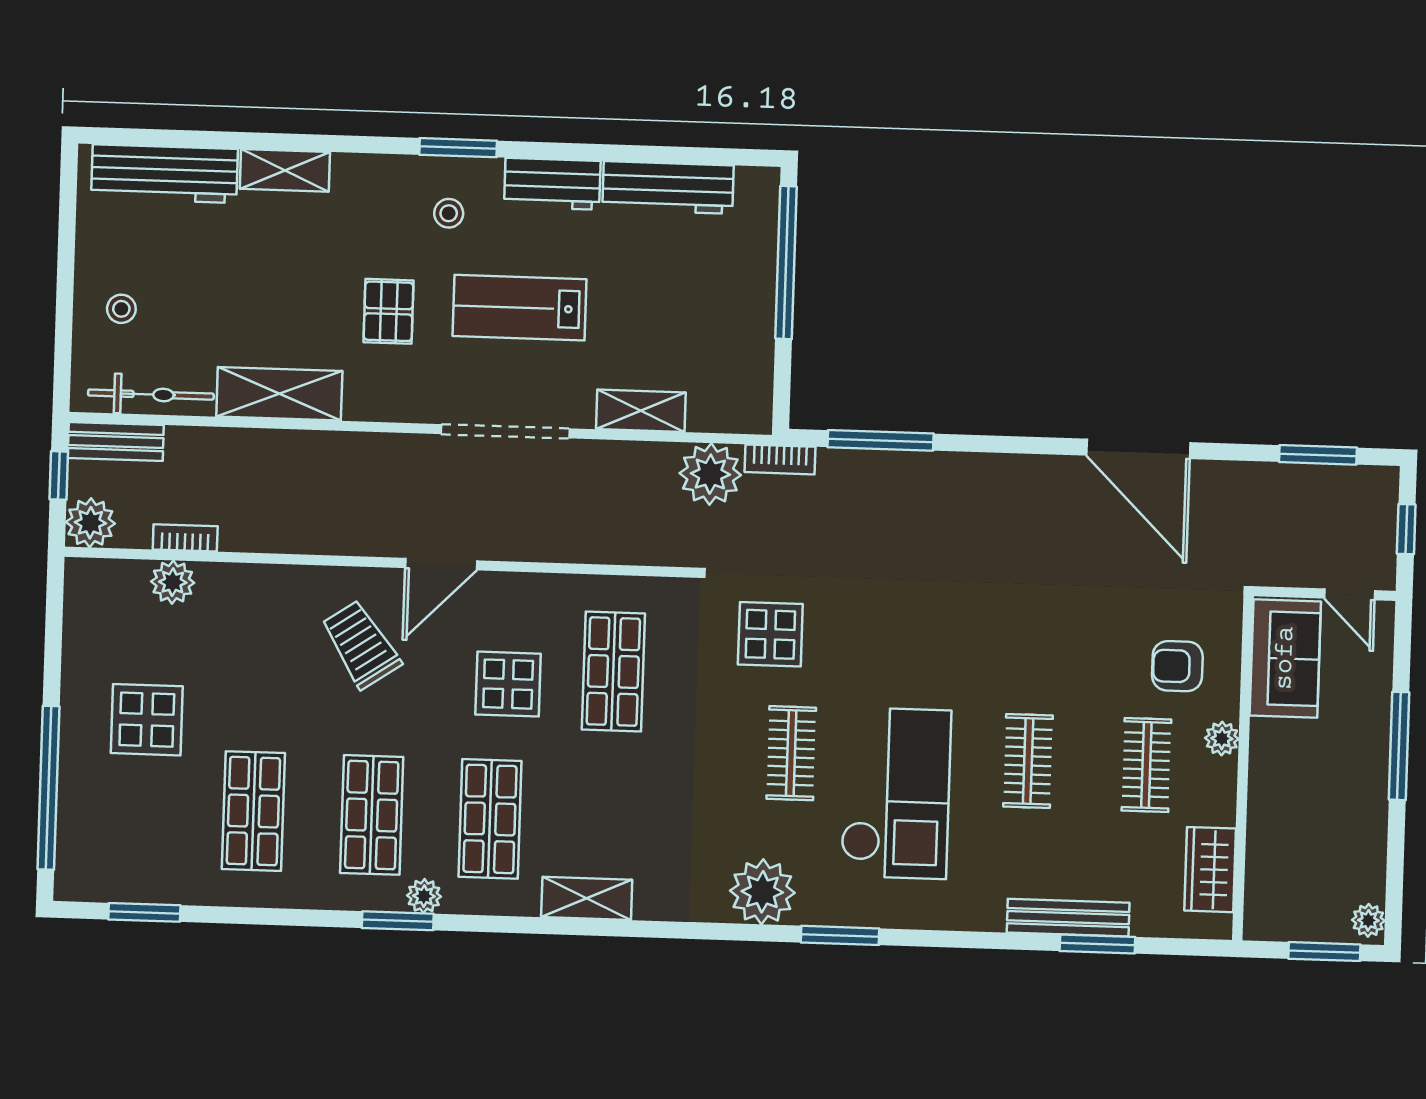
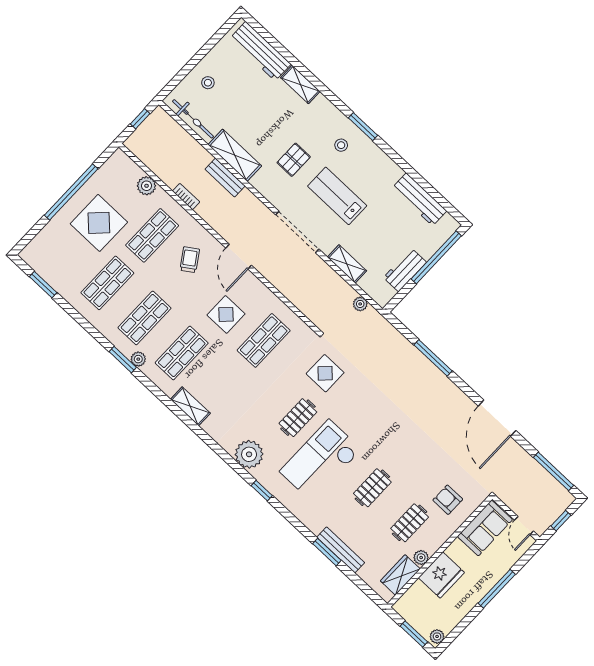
workbench: (552, 184) -> (405, 270), moved, turned 90
window: (881, 440) -> (433, 358), moved
bench: (116, 442) -> (225, 178), moved
window: (1318, 455) -> (554, 471), width x1.44
bookcase: (780, 459) -> (378, 319), removed
plant: (710, 474) -> (360, 304), width x0.53, depth x0.53
plant: (90, 523) -> (137, 143), removed
bookcase: (185, 538) -> (186, 197), moved
door: (441, 564) -> (239, 257), hinge flipped
trolley: (361, 645) -> (190, 260), width x0.73, depth x0.72
shop shelf: (258, 660) -> (152, 235), added
display table: (147, 720) -> (99, 223), width x1.36, depth x1.36
plant: (1222, 738) -> (421, 558), moved
window: (48, 788) -> (71, 192), moved
checkout: (896, 793) -> (320, 460), turned 180
fridge: (1282, 807) -> (441, 575), added
window: (840, 935) -> (262, 491), width x0.67
window: (1097, 944) -> (327, 552), moved

